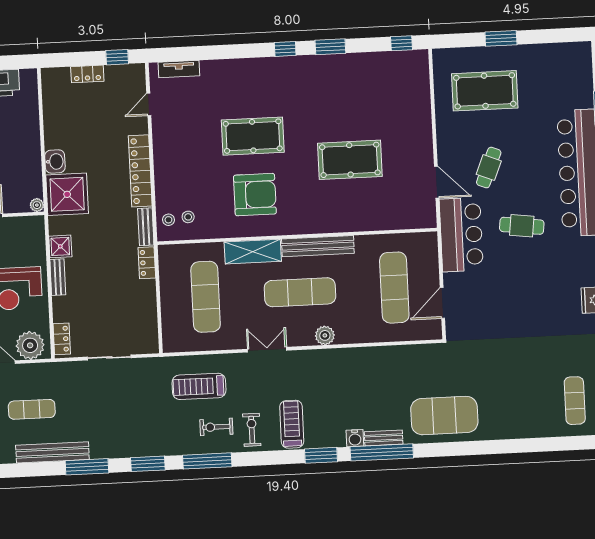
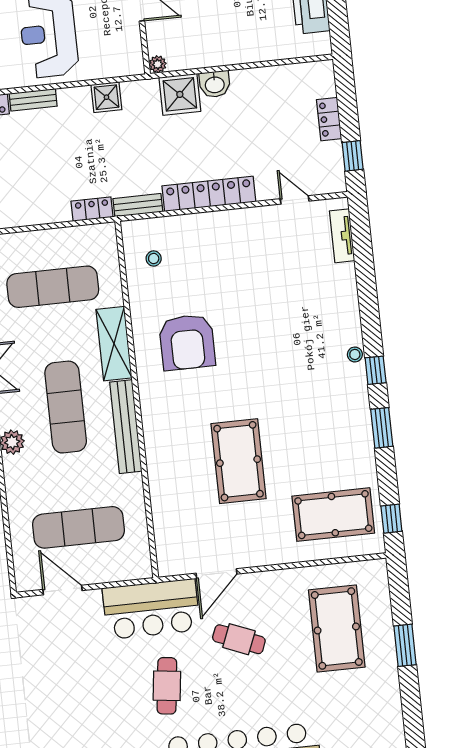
pool table: (253, 136) -> (333, 515), moved, turned 90
shower: (67, 194) -> (180, 94), width x0.73, depth x0.73
stool: (168, 220) -> (355, 354), moved
bench: (58, 277) -> (33, 100), moved

